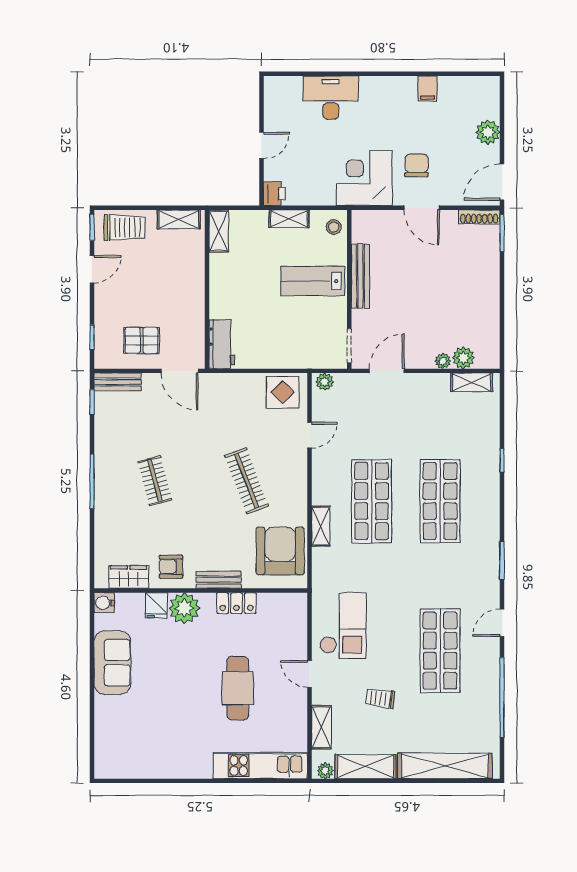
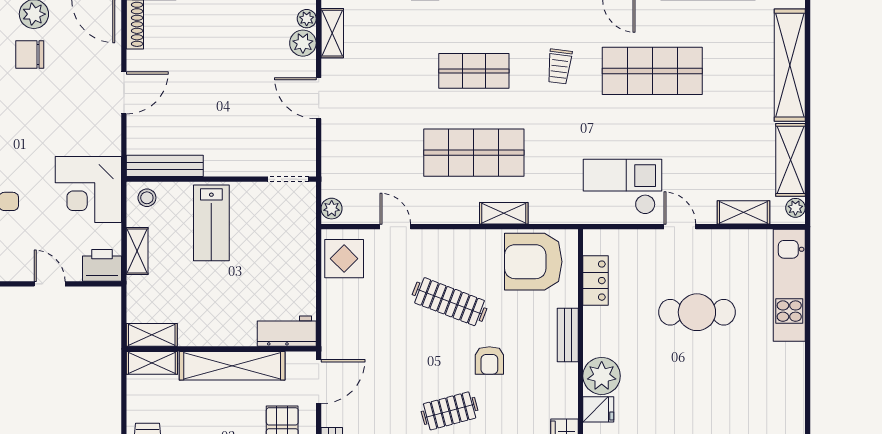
chair: (417, 165) -> (30, 55), moved
corner desk: (364, 178) -> (88, 190), moved
printer: (274, 194) -> (102, 265), width x1.36, depth x1.24
shelving: (179, 219) -> (152, 363), moved, turned 90
bench: (360, 276) -> (165, 166), moved
shelving: (193, 298) -> (232, 366), added
plant: (443, 361) -> (307, 19), moved
door: (387, 371) -> (319, 98), moved
clothes rail: (247, 481) -> (450, 302), turned 42
shop shelf: (440, 501) -> (474, 71), width x0.70, depth x0.74
armchair: (171, 567) -> (489, 360), moved
locker: (236, 603) -> (596, 281), moved
door: (310, 674) -> (680, 227), swing flipped
trolley: (380, 698) -> (559, 67), moved

